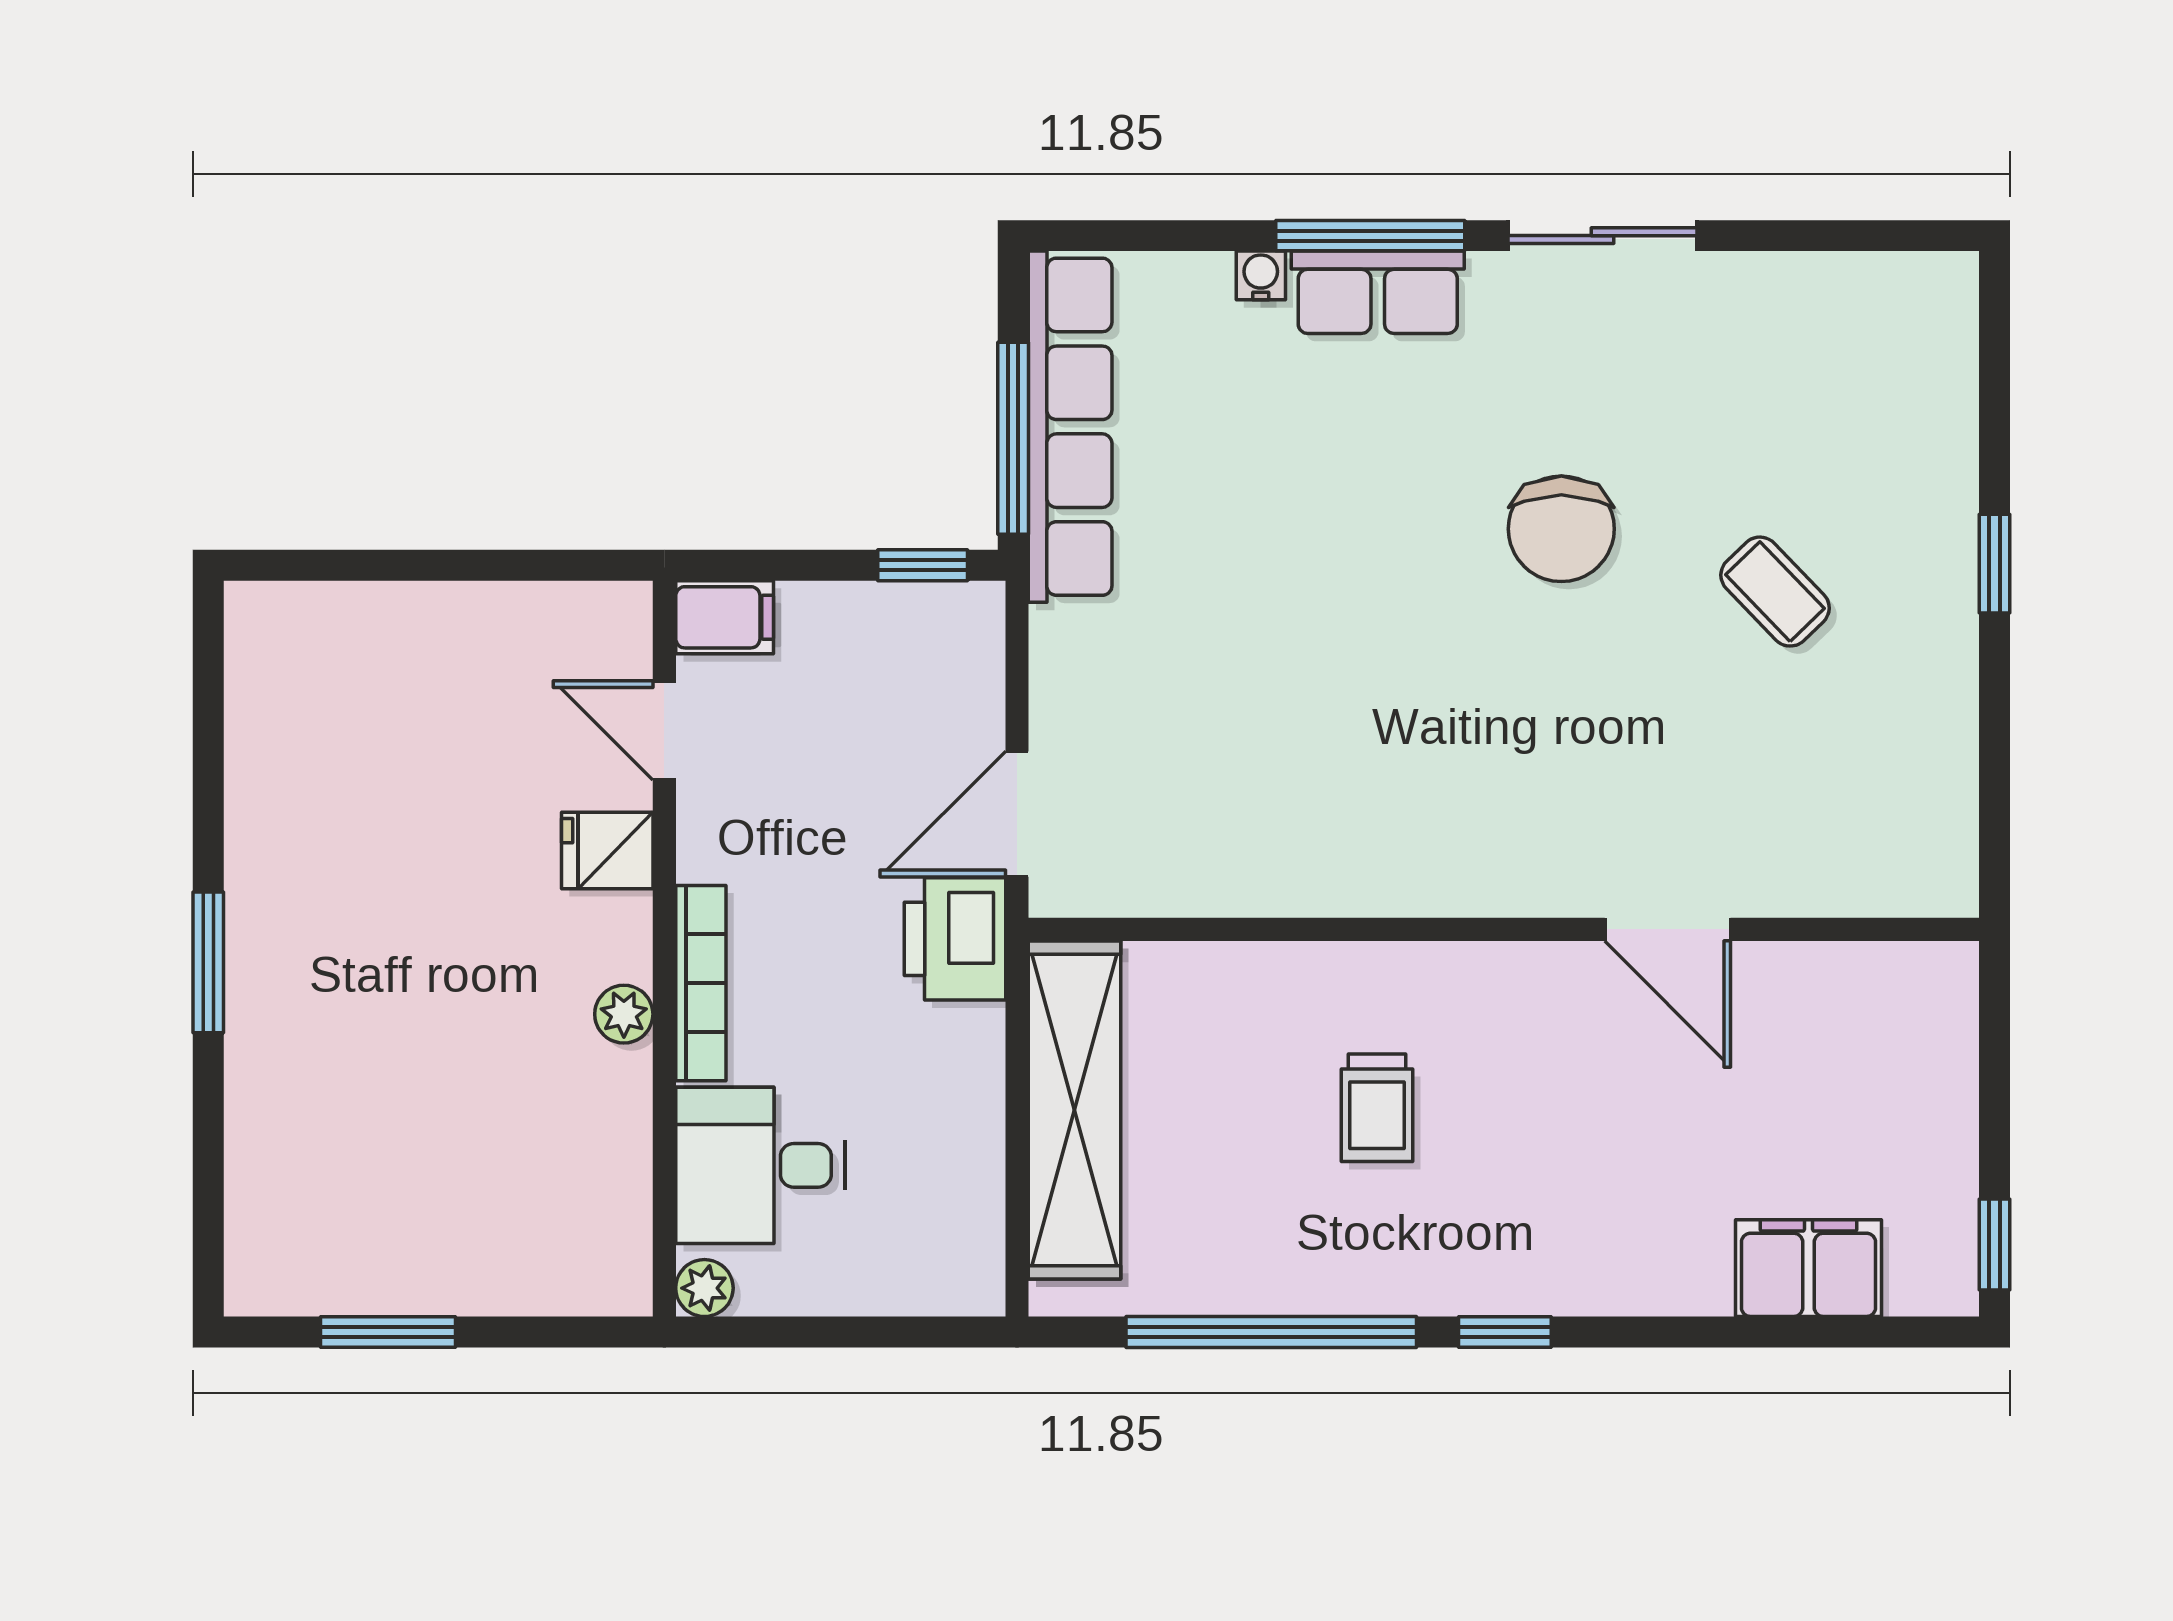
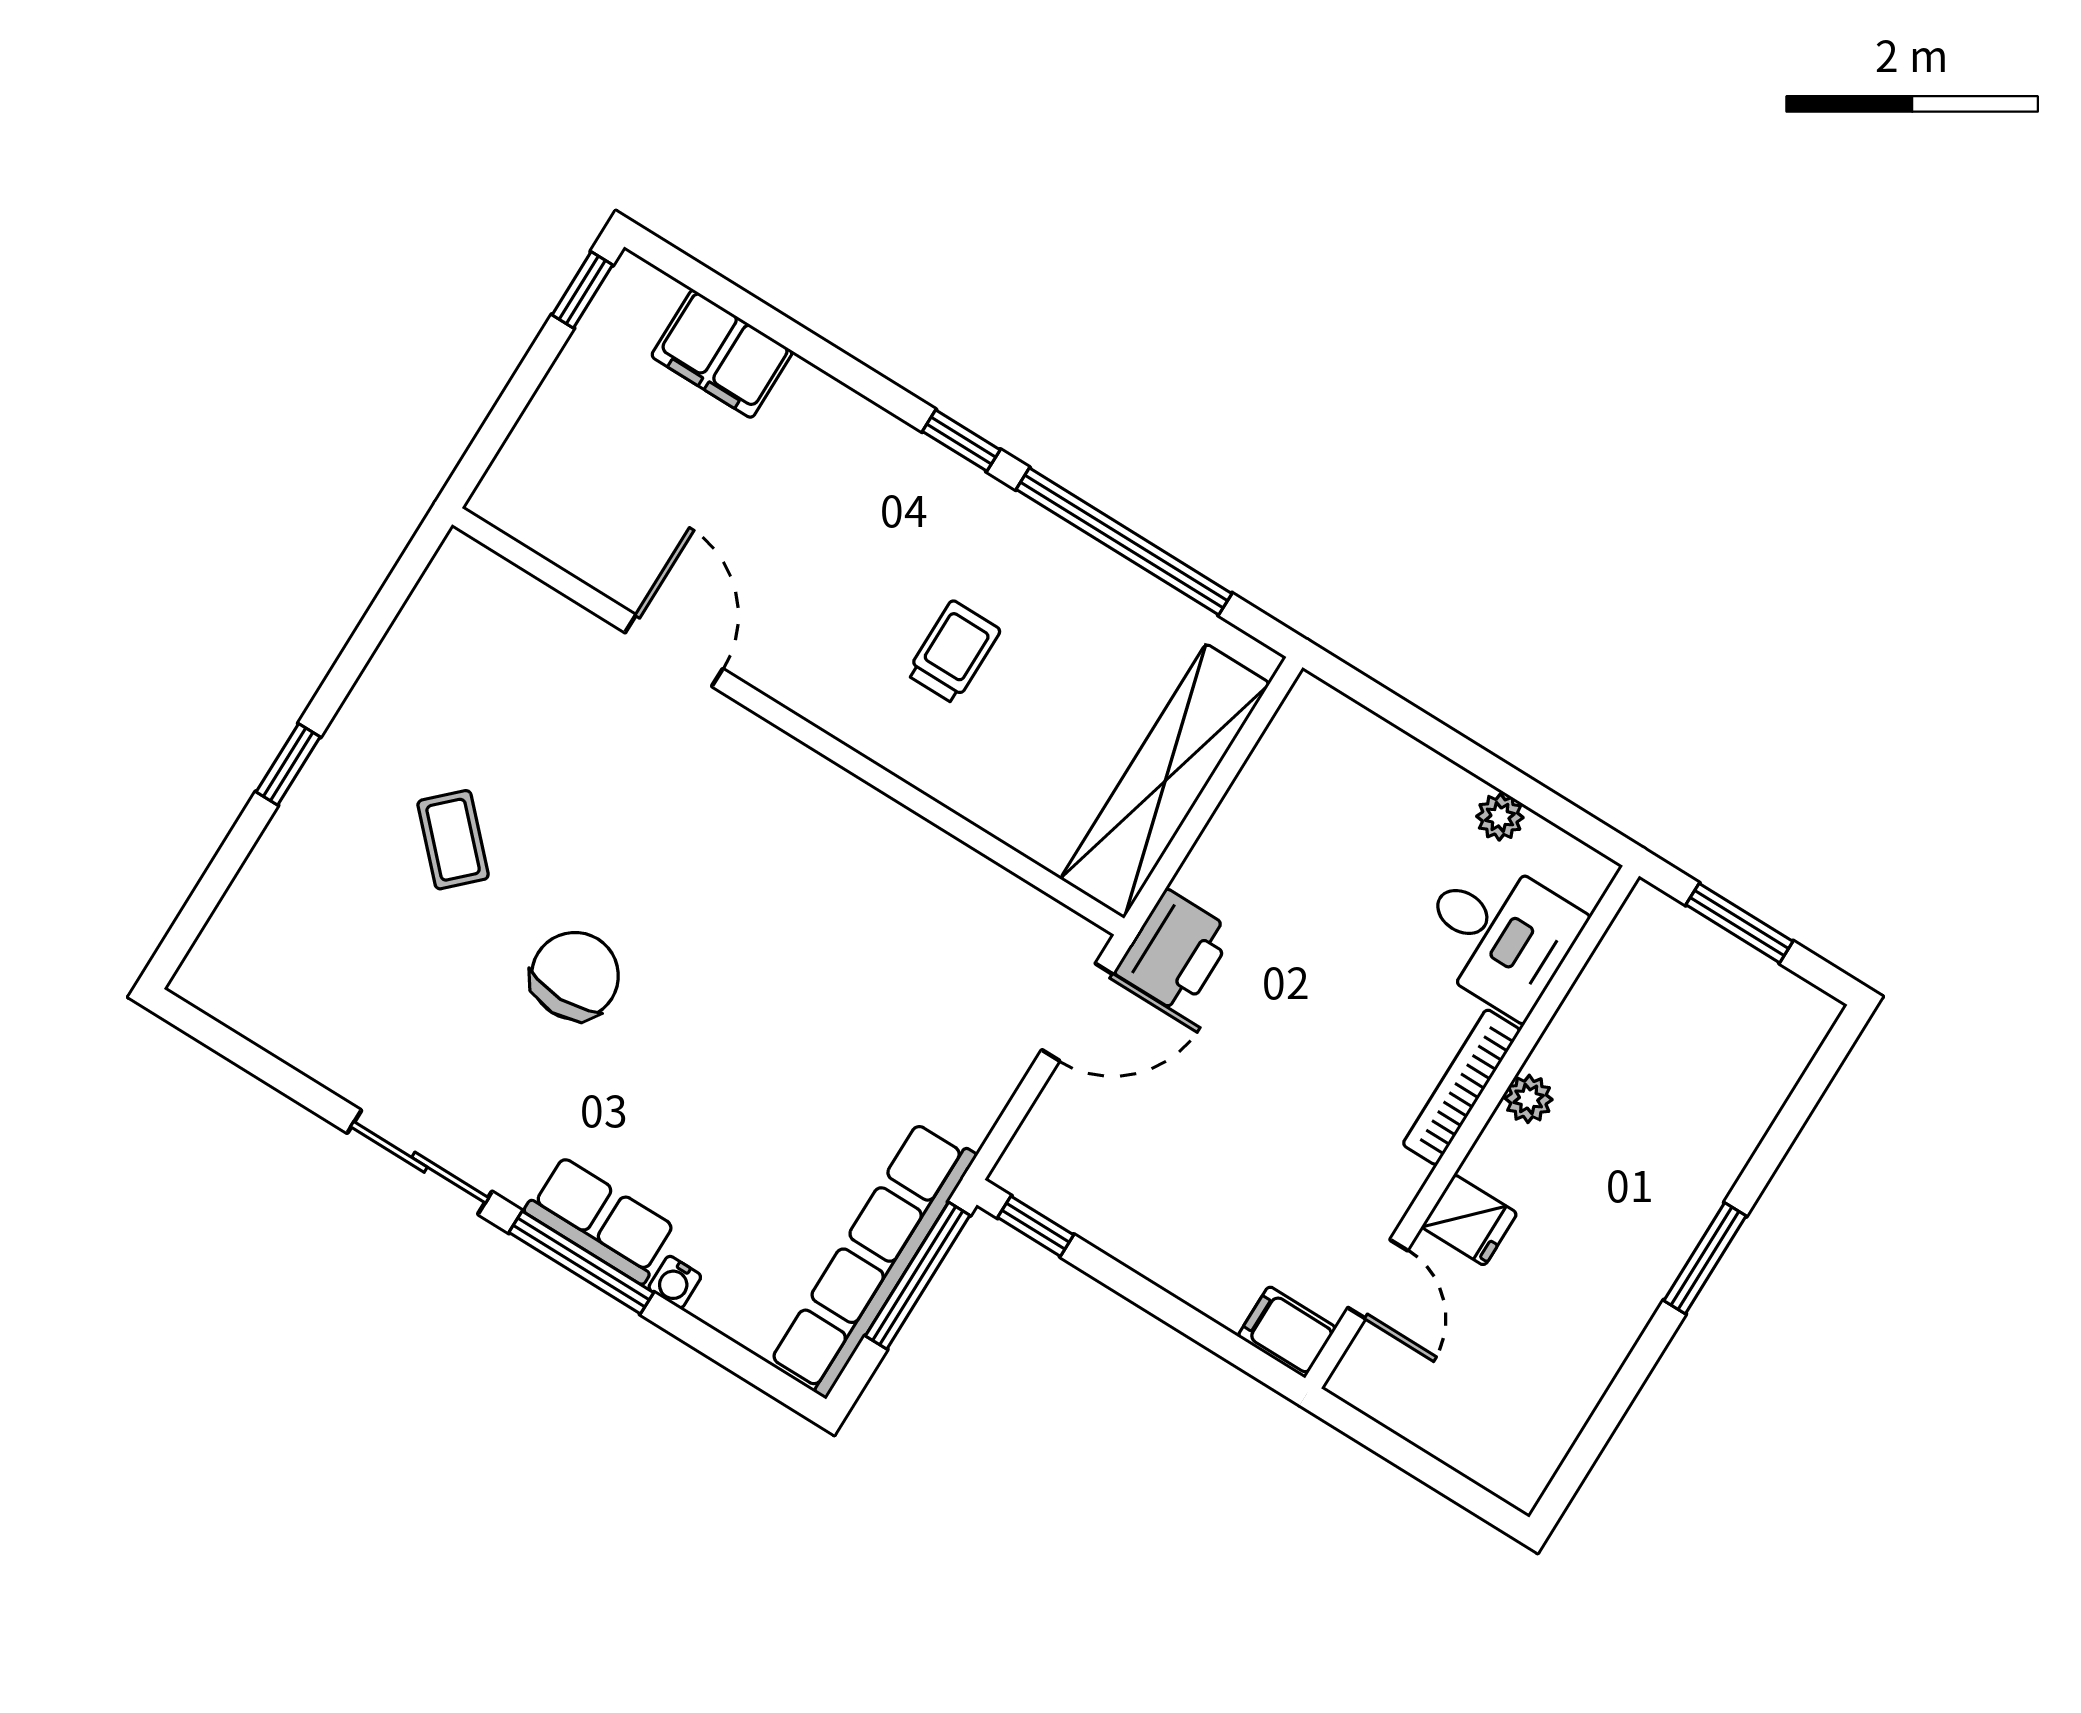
filing cabinet: (725, 617) -> (1287, 1332), moved
door: (664, 730) -> (1378, 1279), moved
fridge: (607, 851) -> (1469, 1220), moved
wall: (664, 949) -> (1472, 1127), moved
bookcase: (701, 983) -> (1461, 1087), moved
plant: (624, 1014) -> (1529, 1099), moved
desk: (760, 1165) -> (1499, 935), moved

